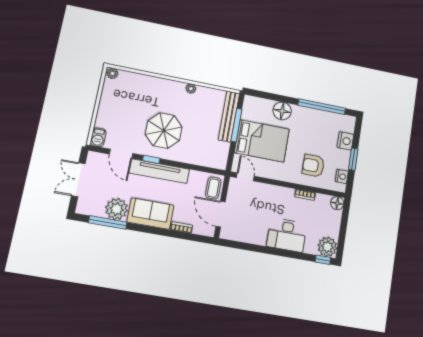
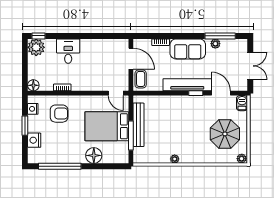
bench: (229, 117) -> (138, 125), moved
parasol: (164, 131) -> (225, 134), moved
plant: (117, 209) -> (215, 44), width x0.53, depth x0.53
desk: (287, 235) -> (68, 51), width x0.73

